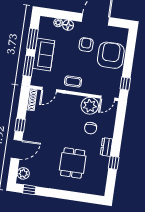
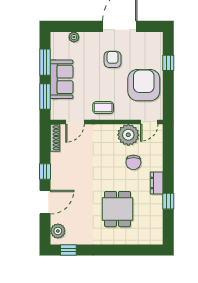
floor lamp: (68, 25) -> (87, 38), removed
armchair: (111, 55) -> (144, 85), moved
window: (125, 84) -> (168, 63), moved

